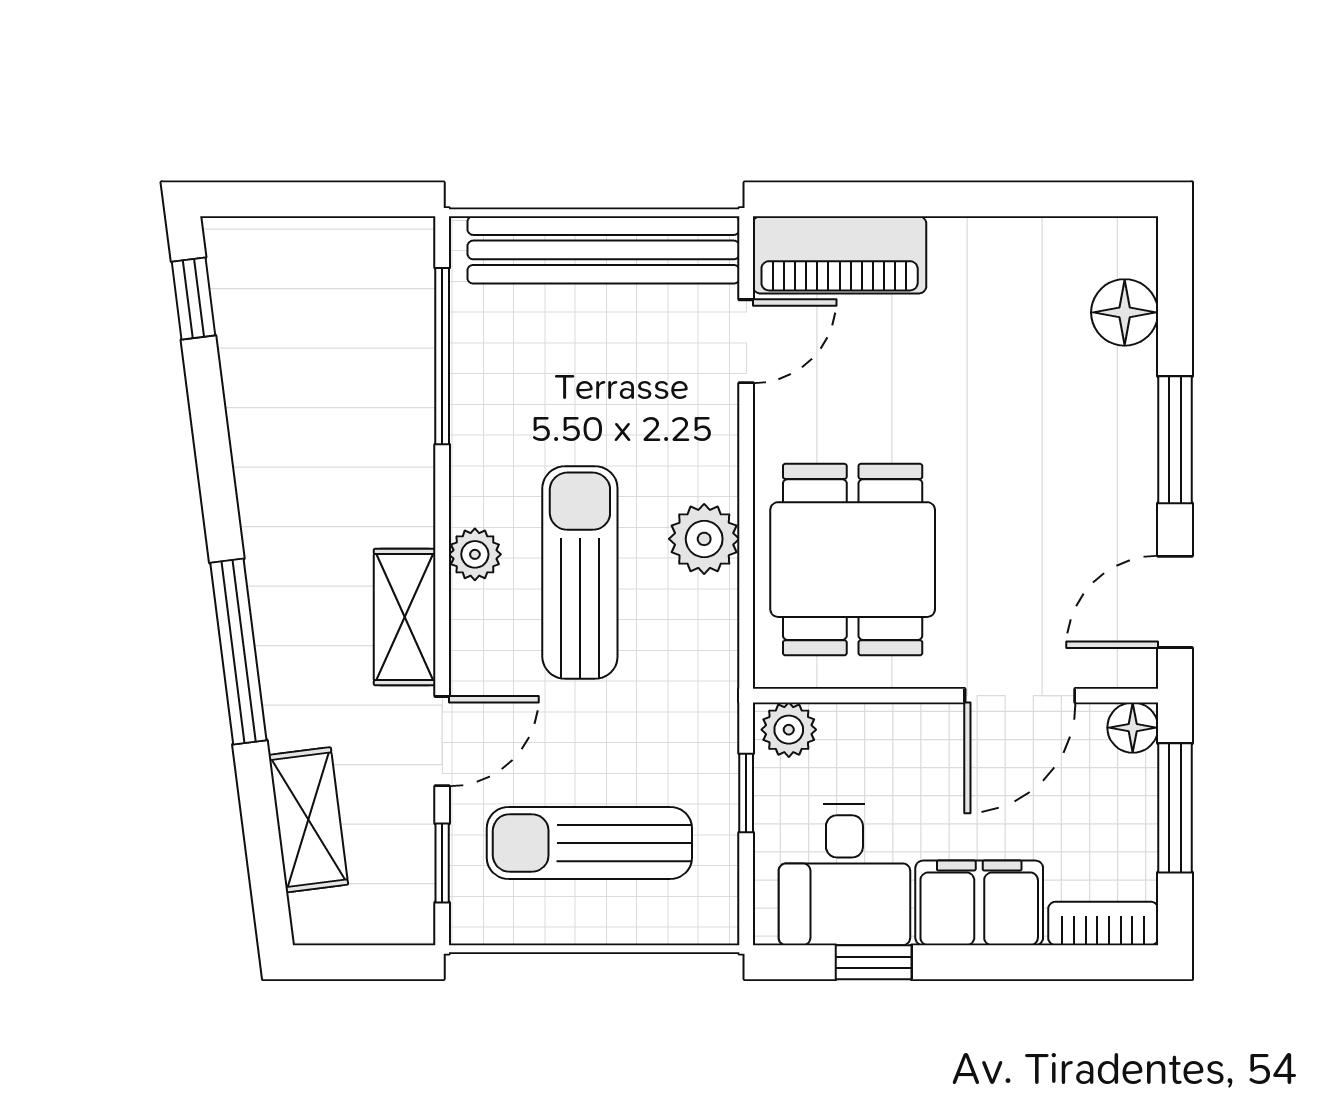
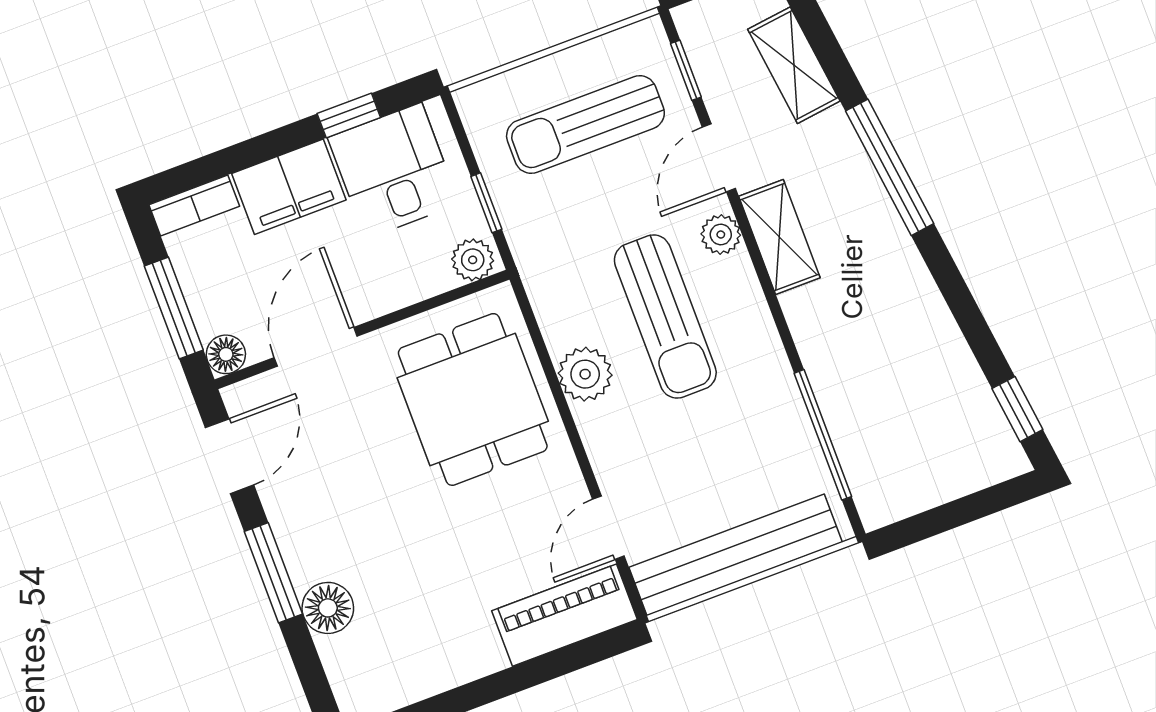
floor lamp: (1125, 312) -> (328, 608), moved
plant: (475, 554) -> (721, 235), moved
sun lounger: (589, 843) -> (585, 124), turned 180

